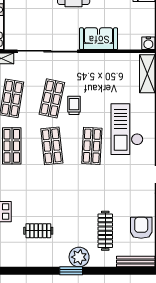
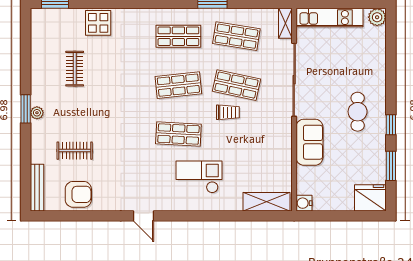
checkout: (127, 129) -> (199, 177), width x0.73, depth x0.83
clothes rail: (105, 231) -> (75, 151), width x0.73
plant: (79, 257) -> (37, 113), width x0.53, depth x0.53

